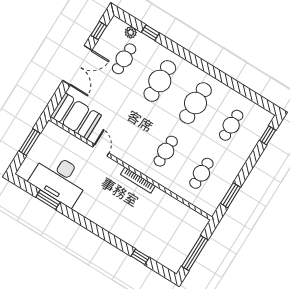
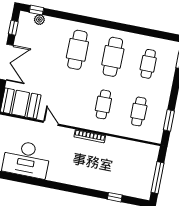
window: (150, 33) -> (36, 10), moved
cafe table: (124, 59) -> (42, 43), removed
window: (48, 200) -> (23, 179), removed

